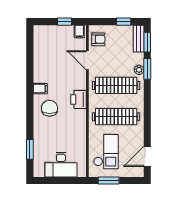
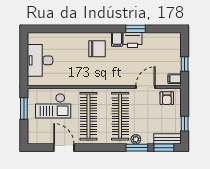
printer: (79, 100) -> (132, 40), moved, turned 180
window: (30, 149) -> (136, 29), moved
door: (147, 156) -> (64, 148), moved

